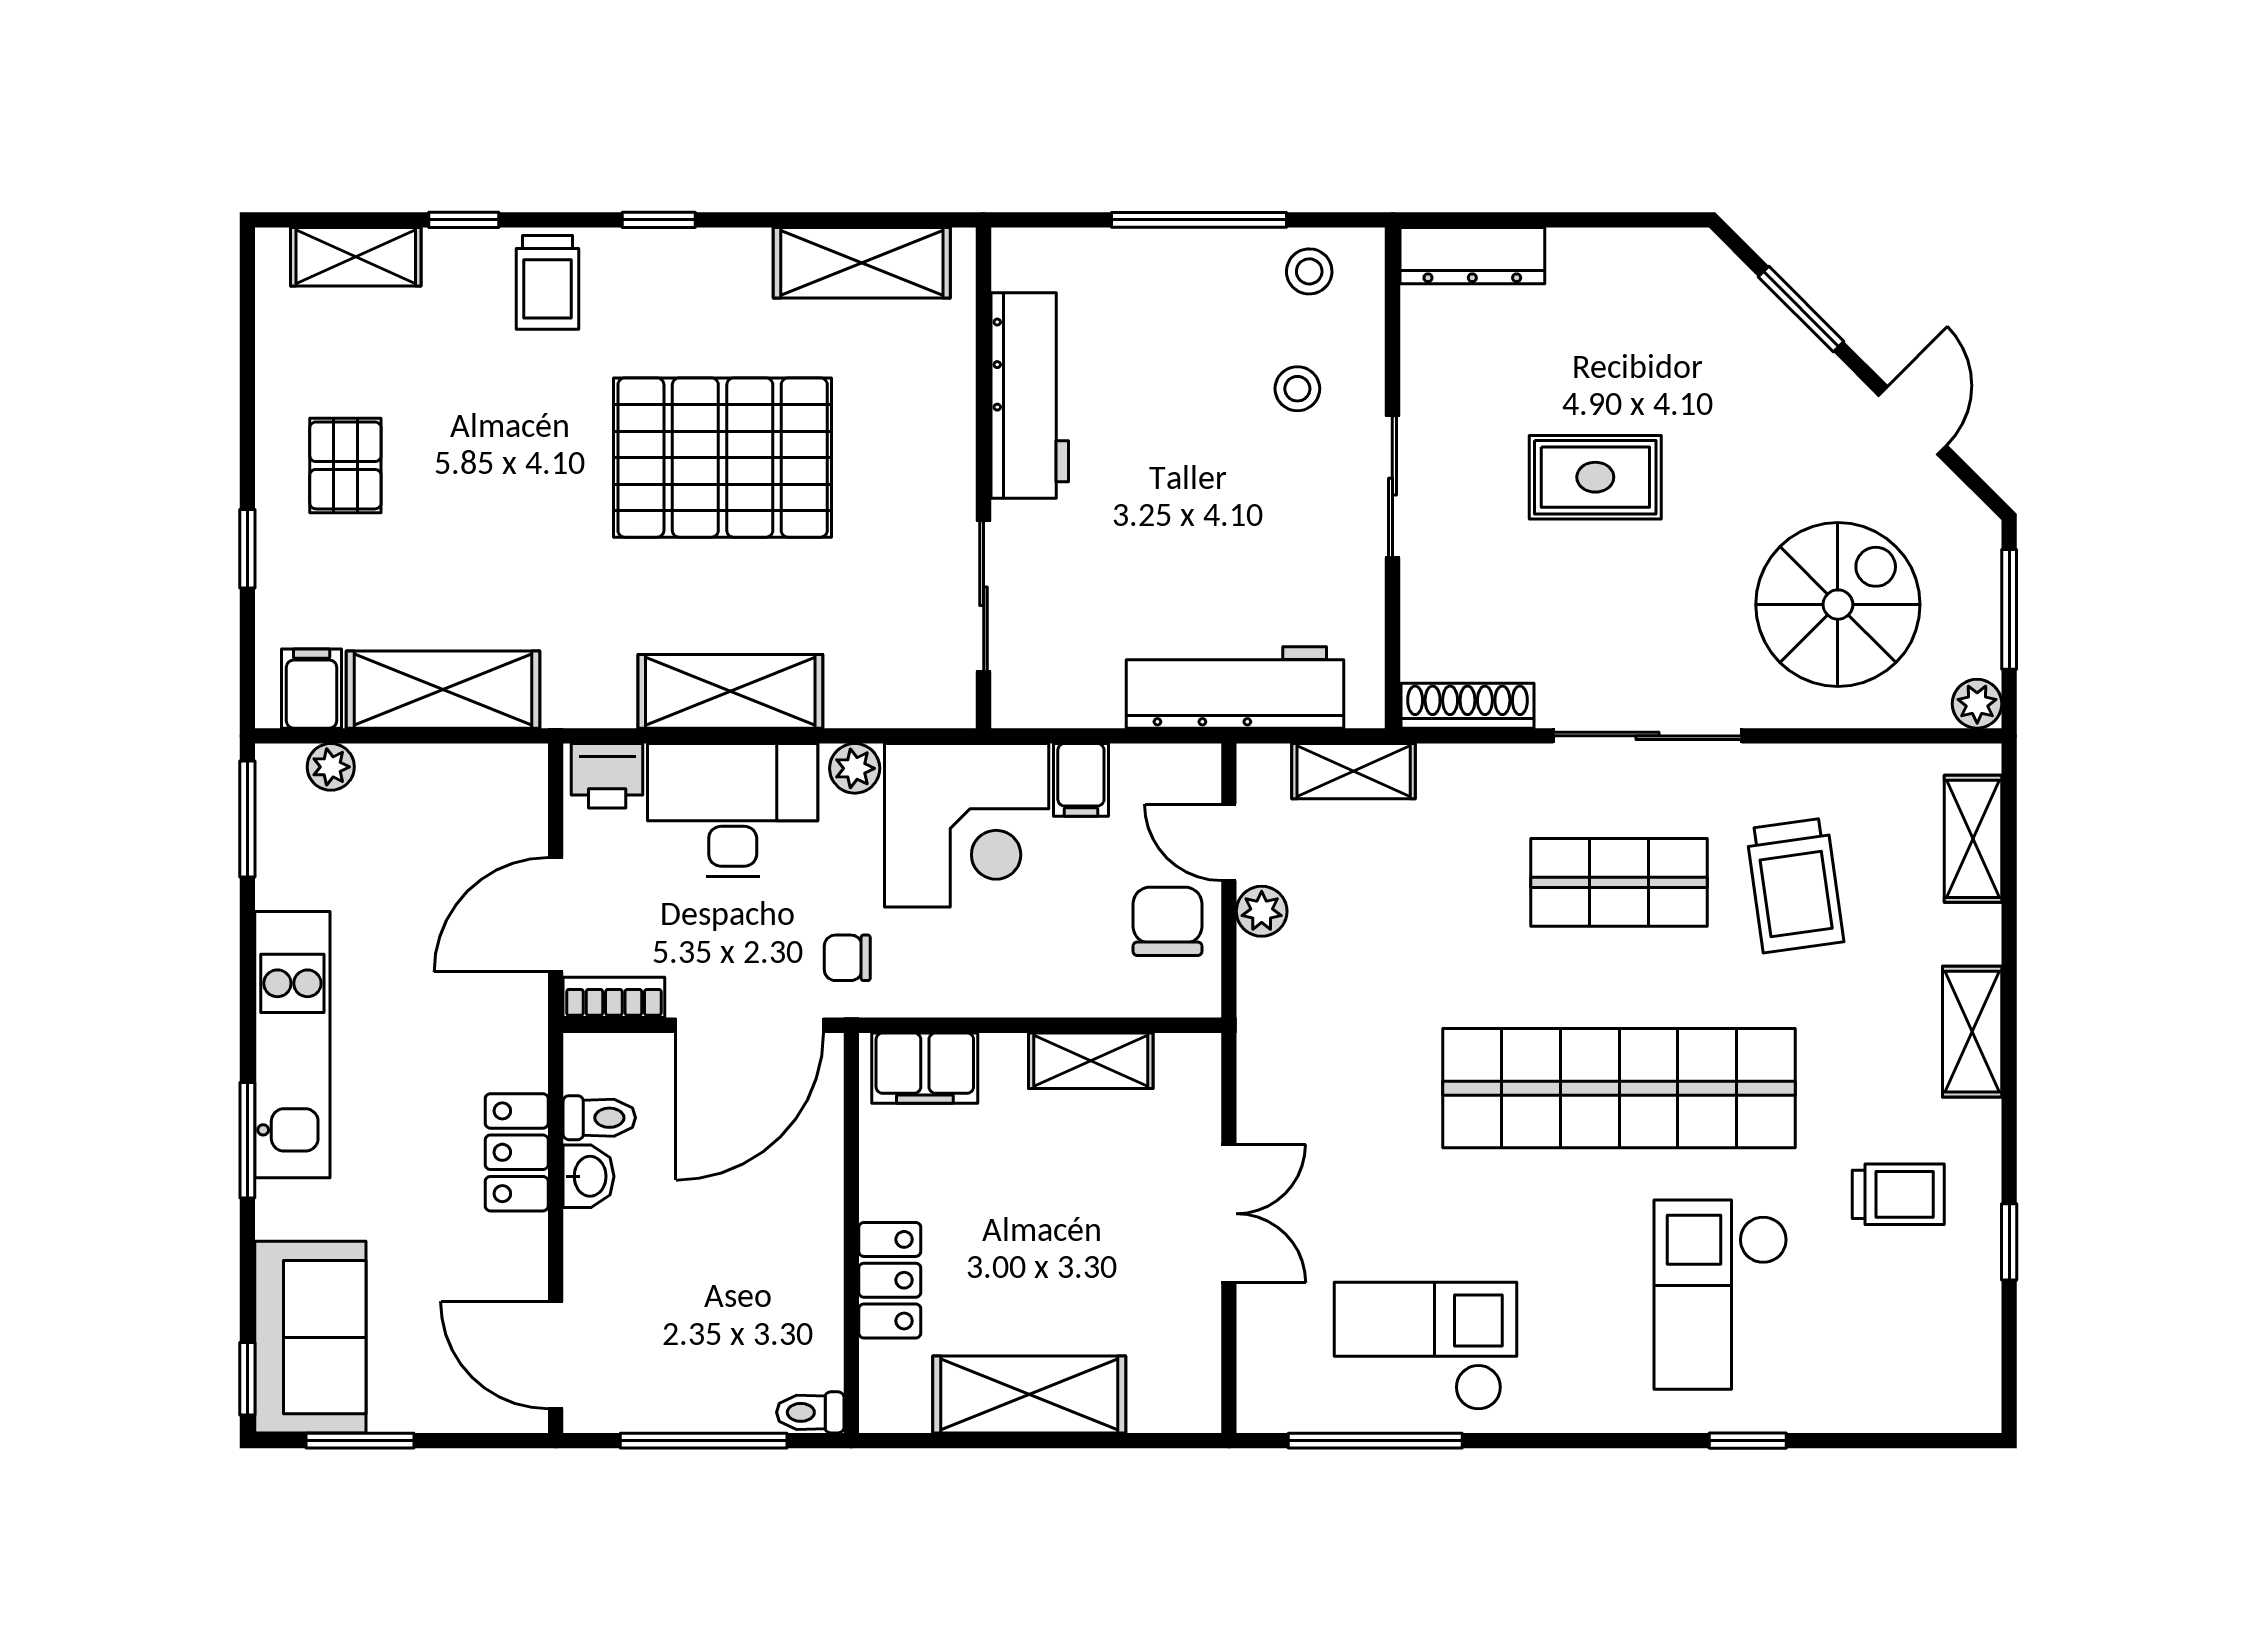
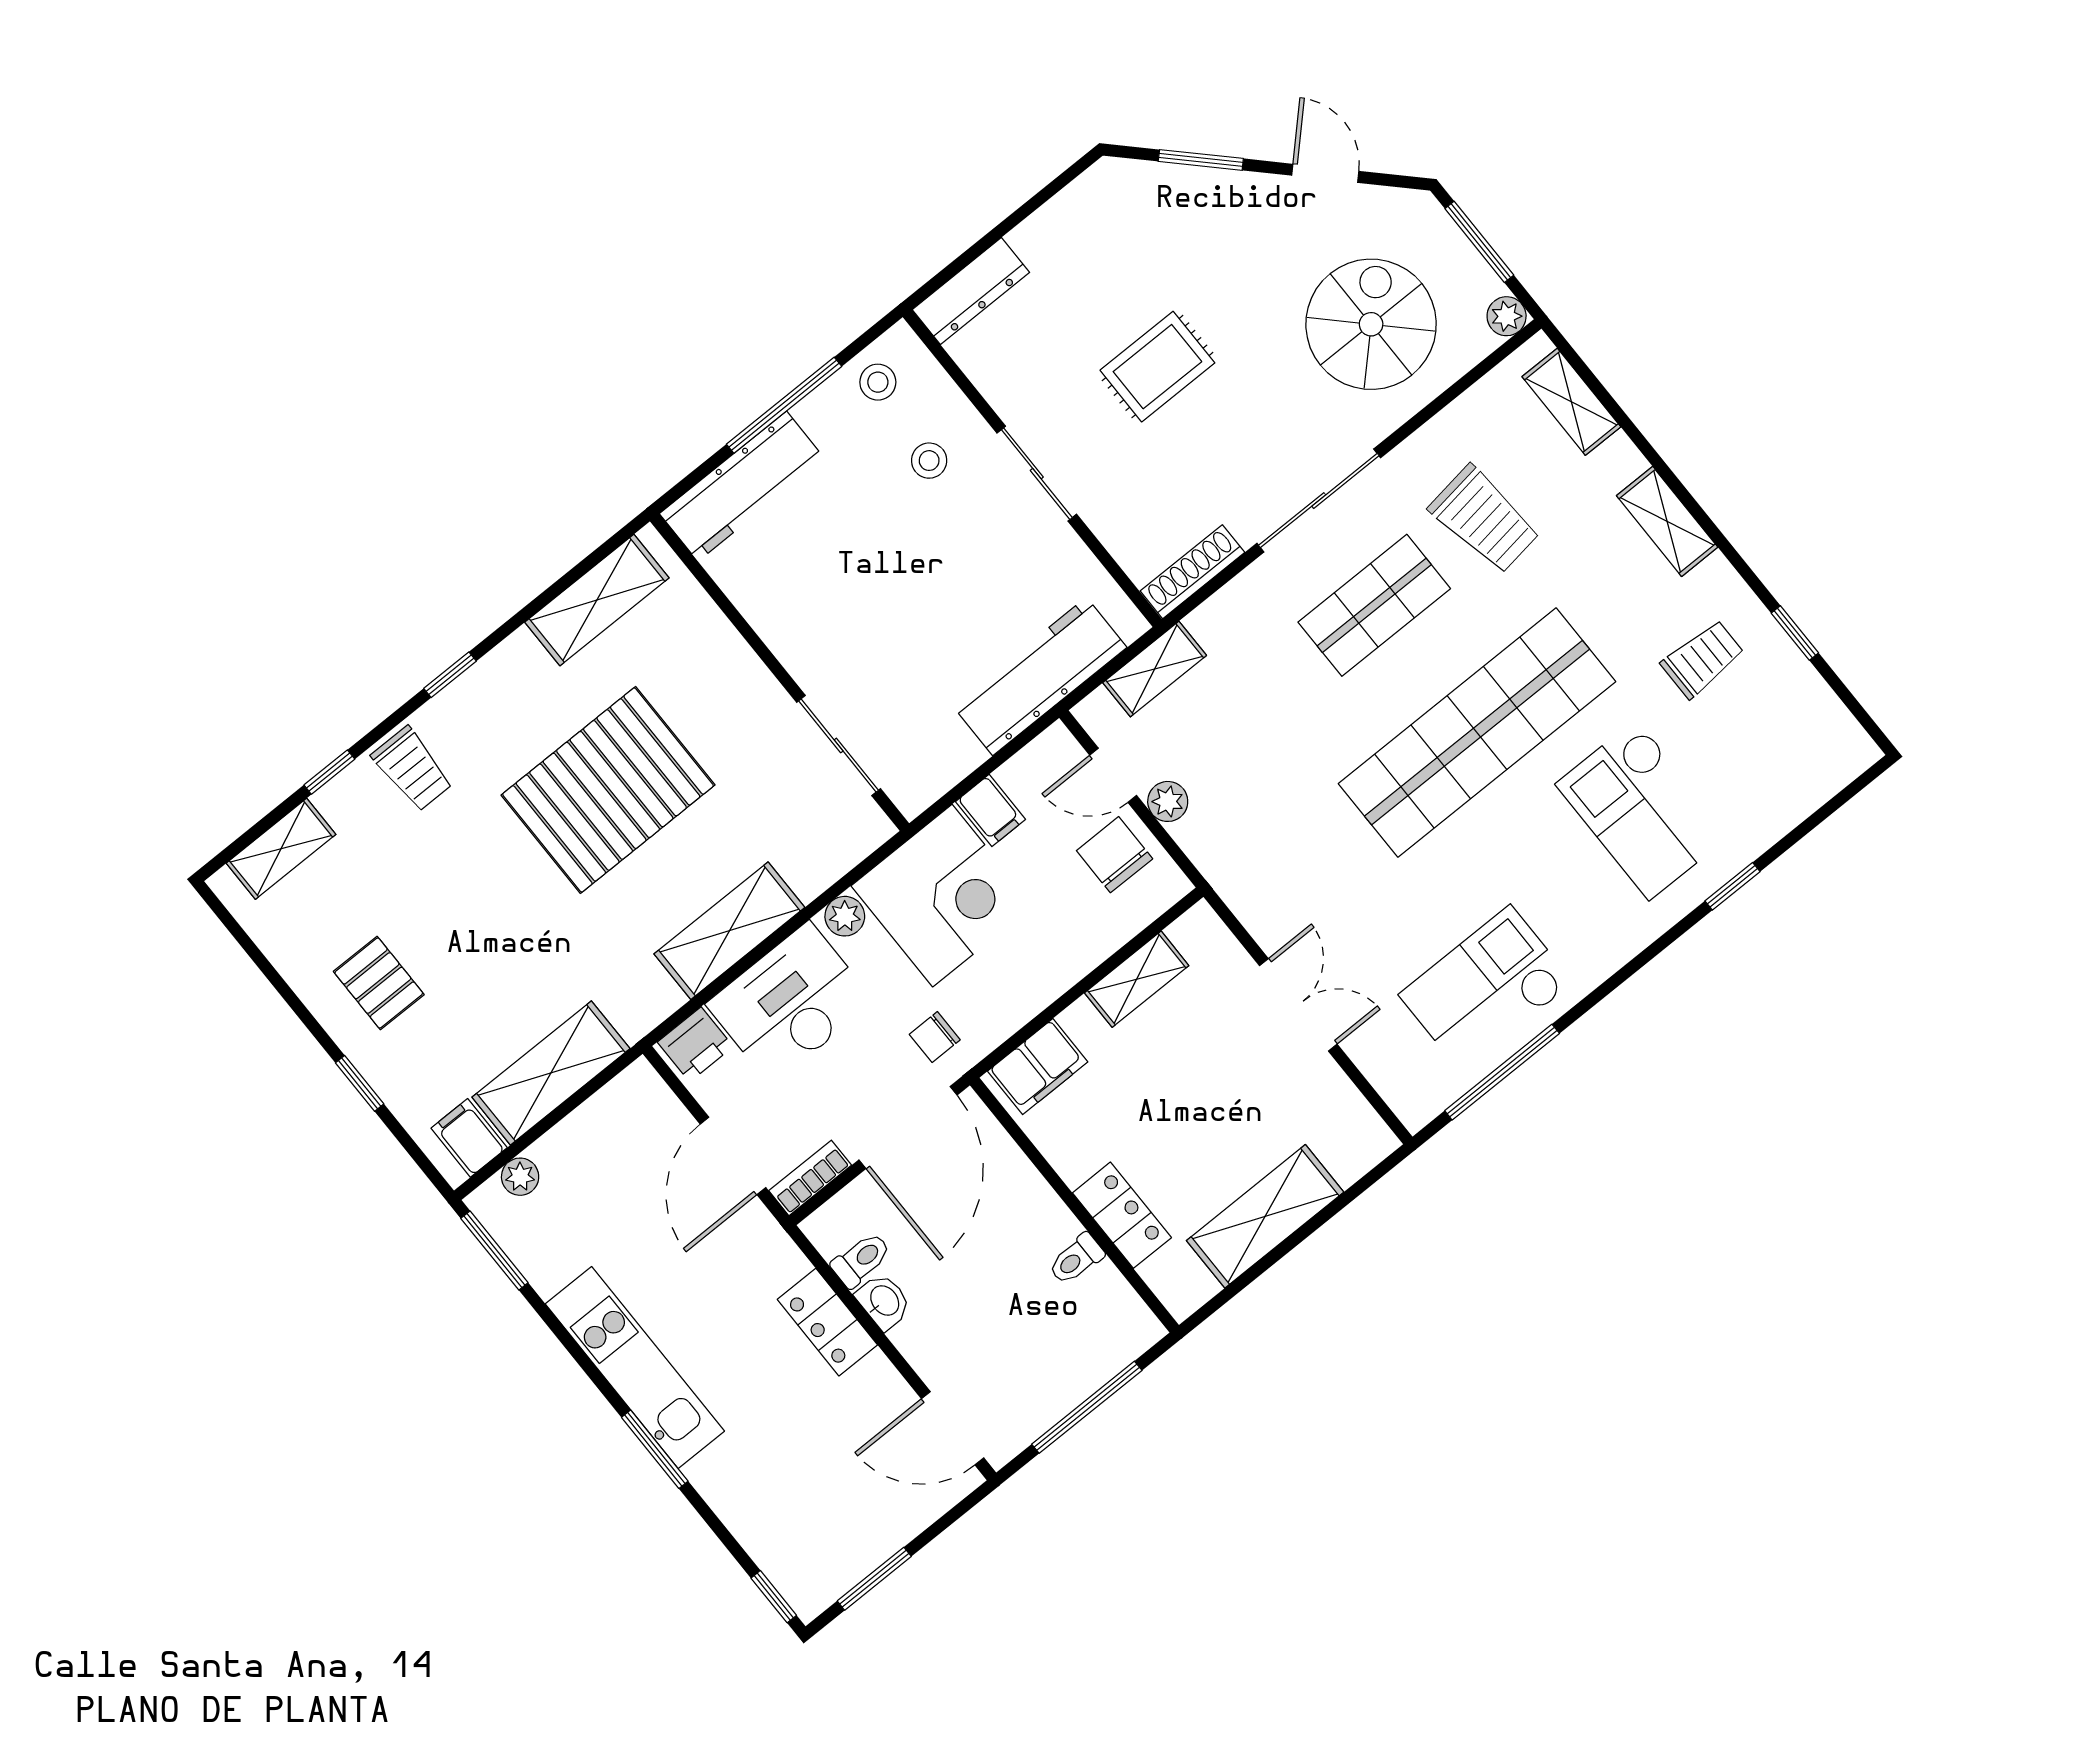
workbench: (1030, 395) -> (742, 486), moved, turned 90
sofa: (310, 1337) -> (792, 1540), removed
toilet: (810, 1412) -> (1076, 1259), moved

